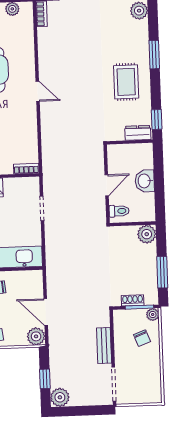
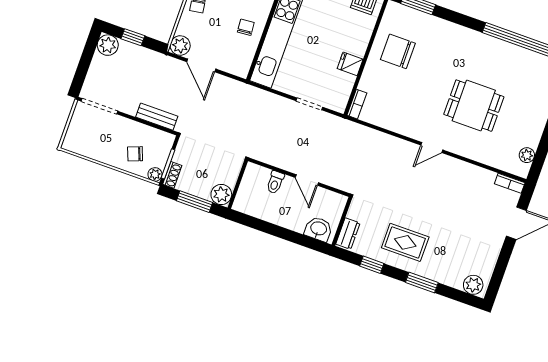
window: (157, 120) -> (372, 265), moved
washbasin: (145, 181) -> (318, 229), moved
wall: (133, 224) -> (238, 184), moved
plant: (147, 234) -> (221, 195), moved
shoe rack: (133, 300) -> (172, 175), moved
door: (46, 312) -> (201, 65), swing flipped
bench: (104, 345) -> (157, 117), moved

